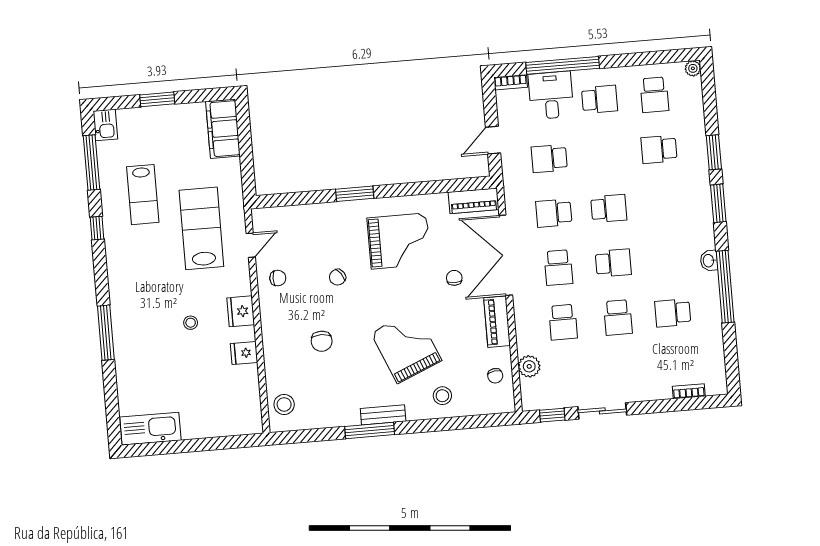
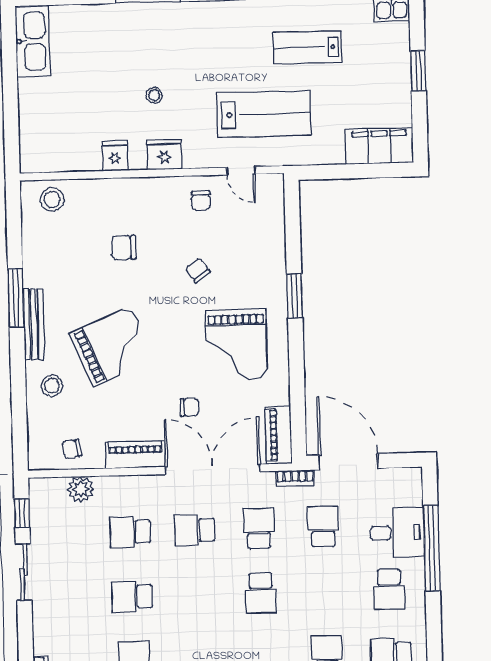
bookcase: (511, 82) -> (295, 478), moved, turned -90
door: (493, 140) -> (348, 462), width x1.88
school desk: (613, 263) -> (196, 595), removed
bench: (383, 415) -> (34, 324), width x1.36

